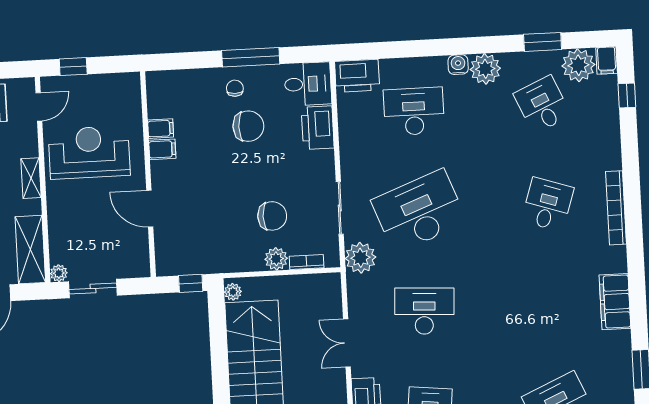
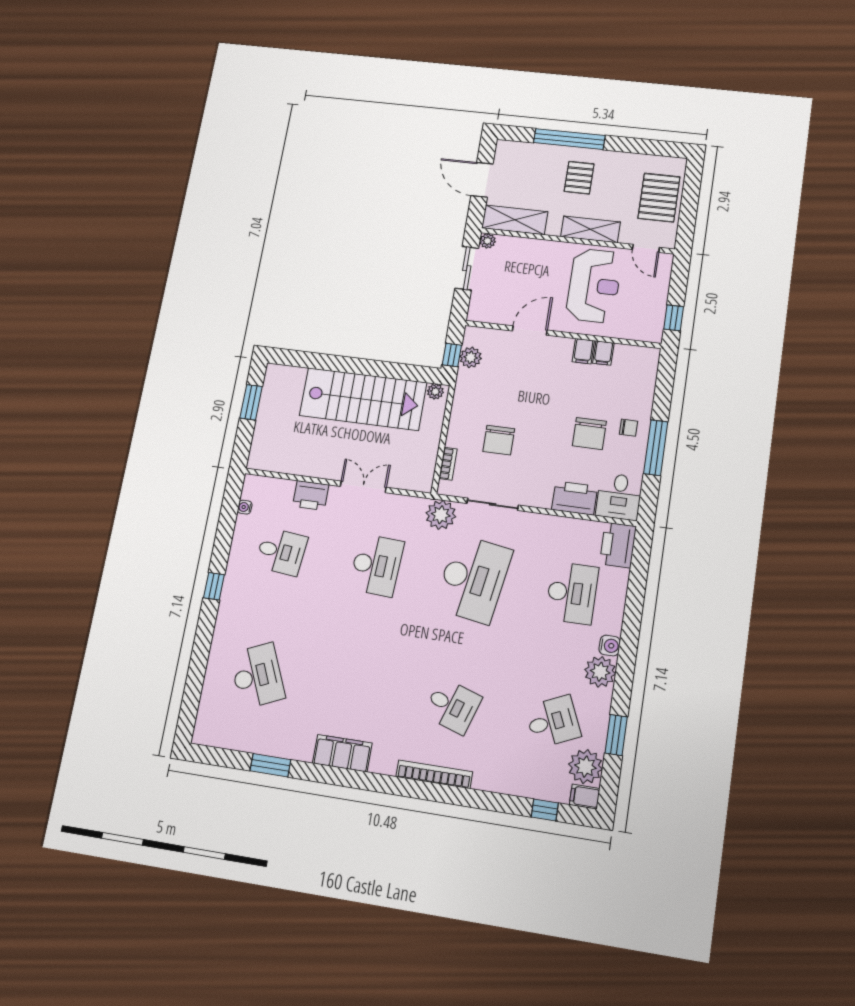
window: (73, 67) -> (674, 318), moved
shelving: (31, 178) -> (590, 229), width x1.50, depth x1.33
desk: (419, 211) -> (473, 579), turned 30
plant: (276, 259) -> (471, 357), moved

